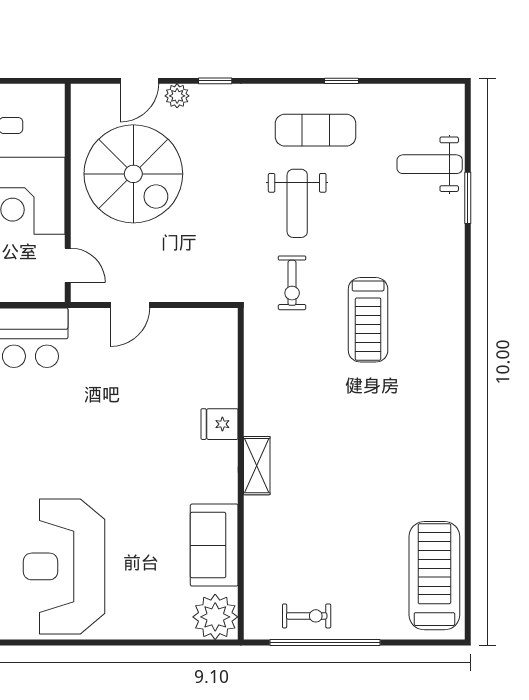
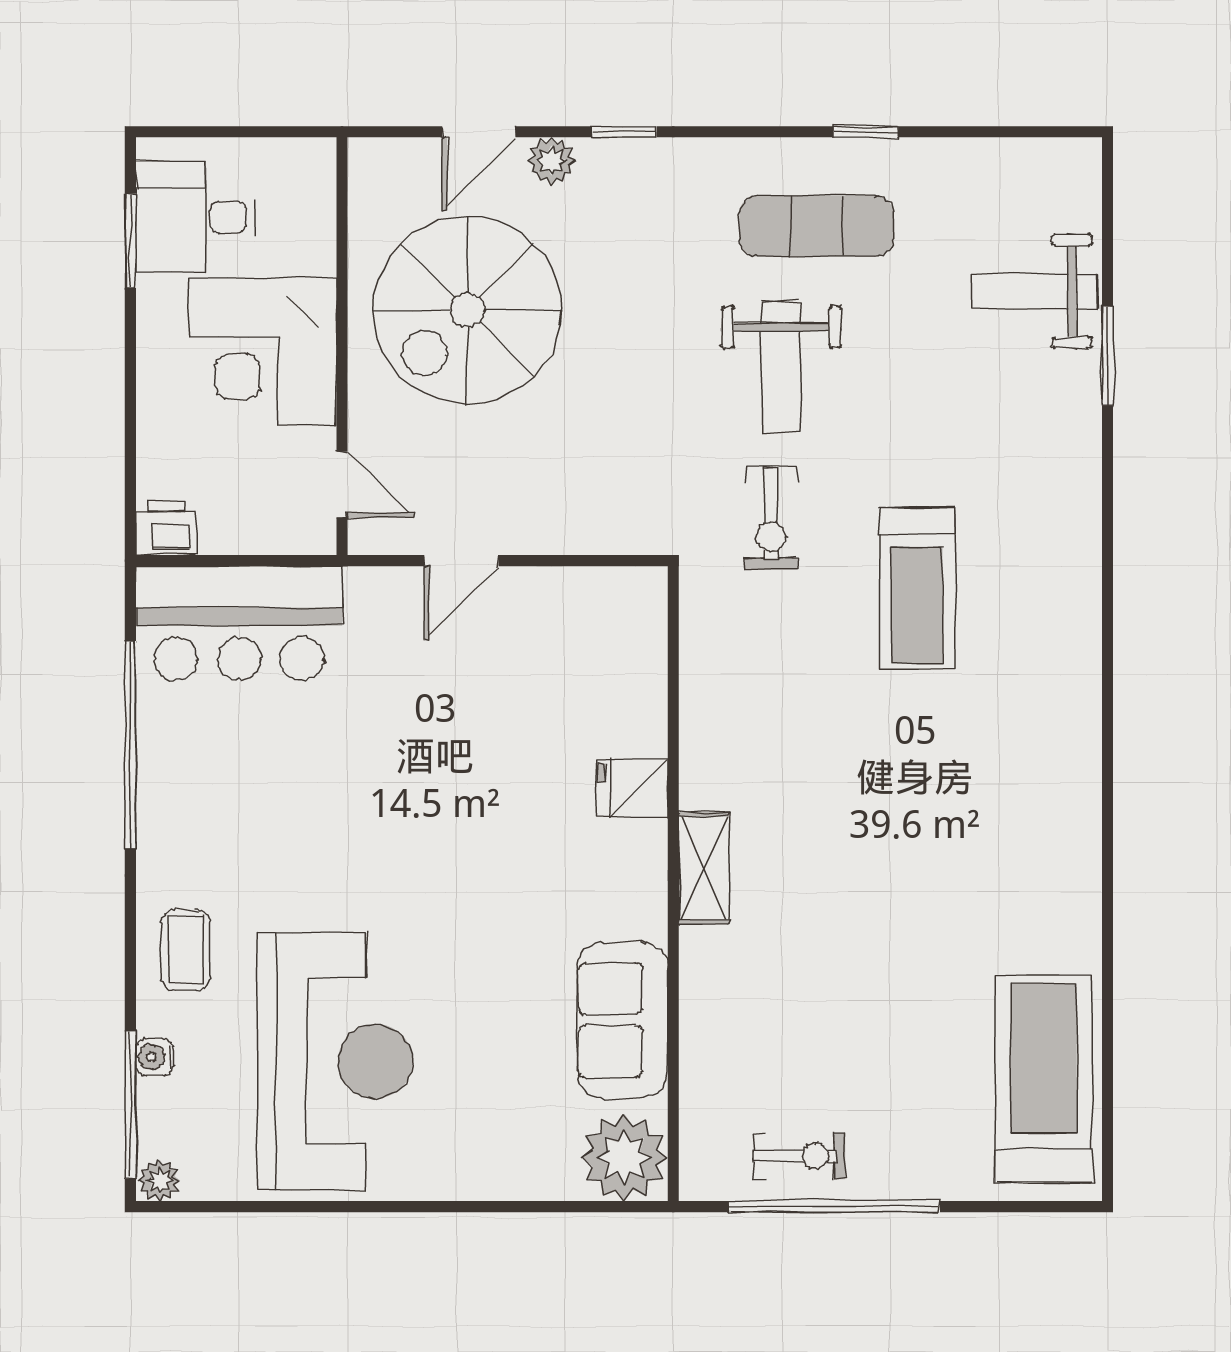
spiral stairs: (133, 174) -> (468, 310), turned 90
reception desk: (64, 566) -> (335, 1061), turned 180

